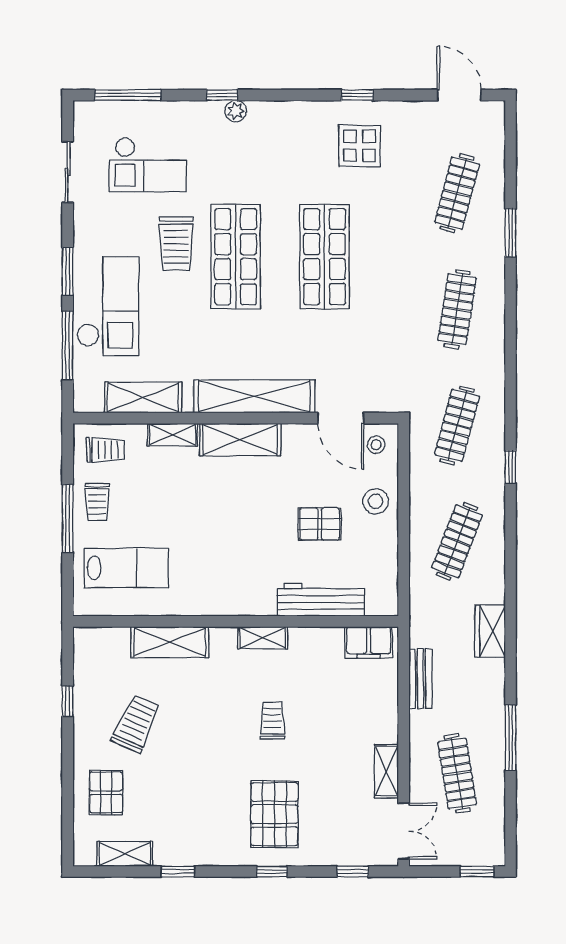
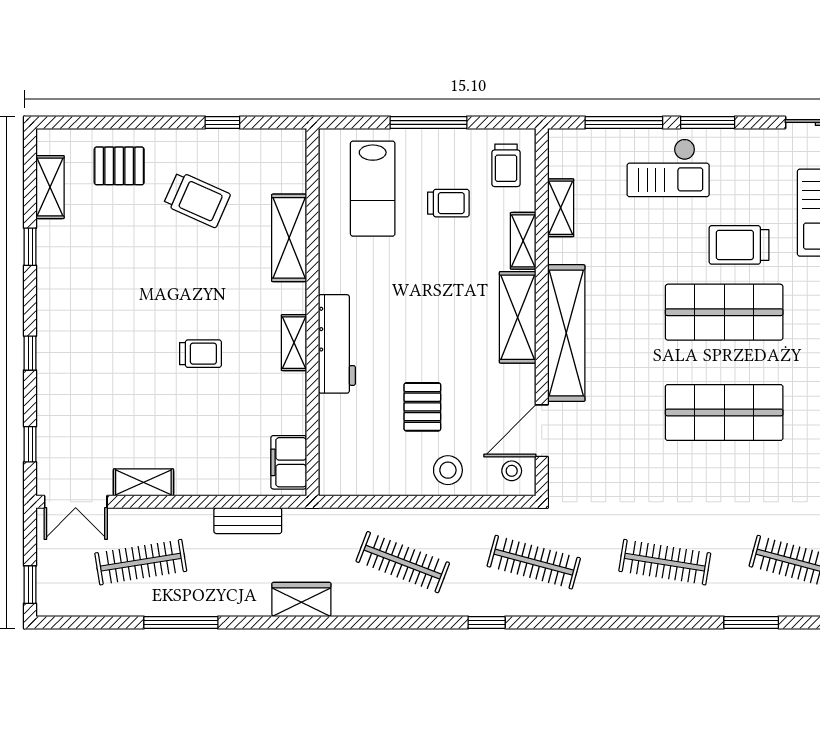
checkout: (108, 306) -> (668, 168), width x0.73, depth x0.83
shelving: (143, 398) -> (561, 208), width x0.67, depth x0.75
trolley: (97, 502) -> (448, 203), moved, turned 180
workbench: (321, 600) -> (337, 344), moved
pallet: (274, 814) -> (95, 356), removed

